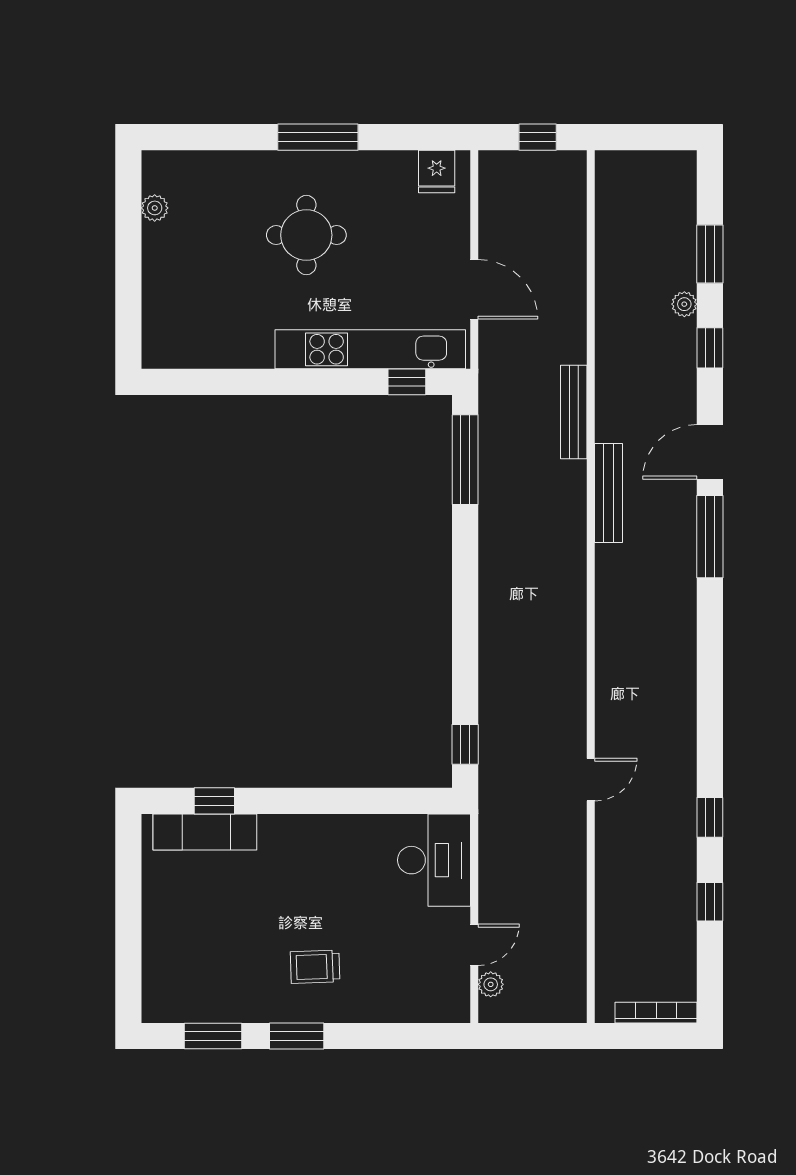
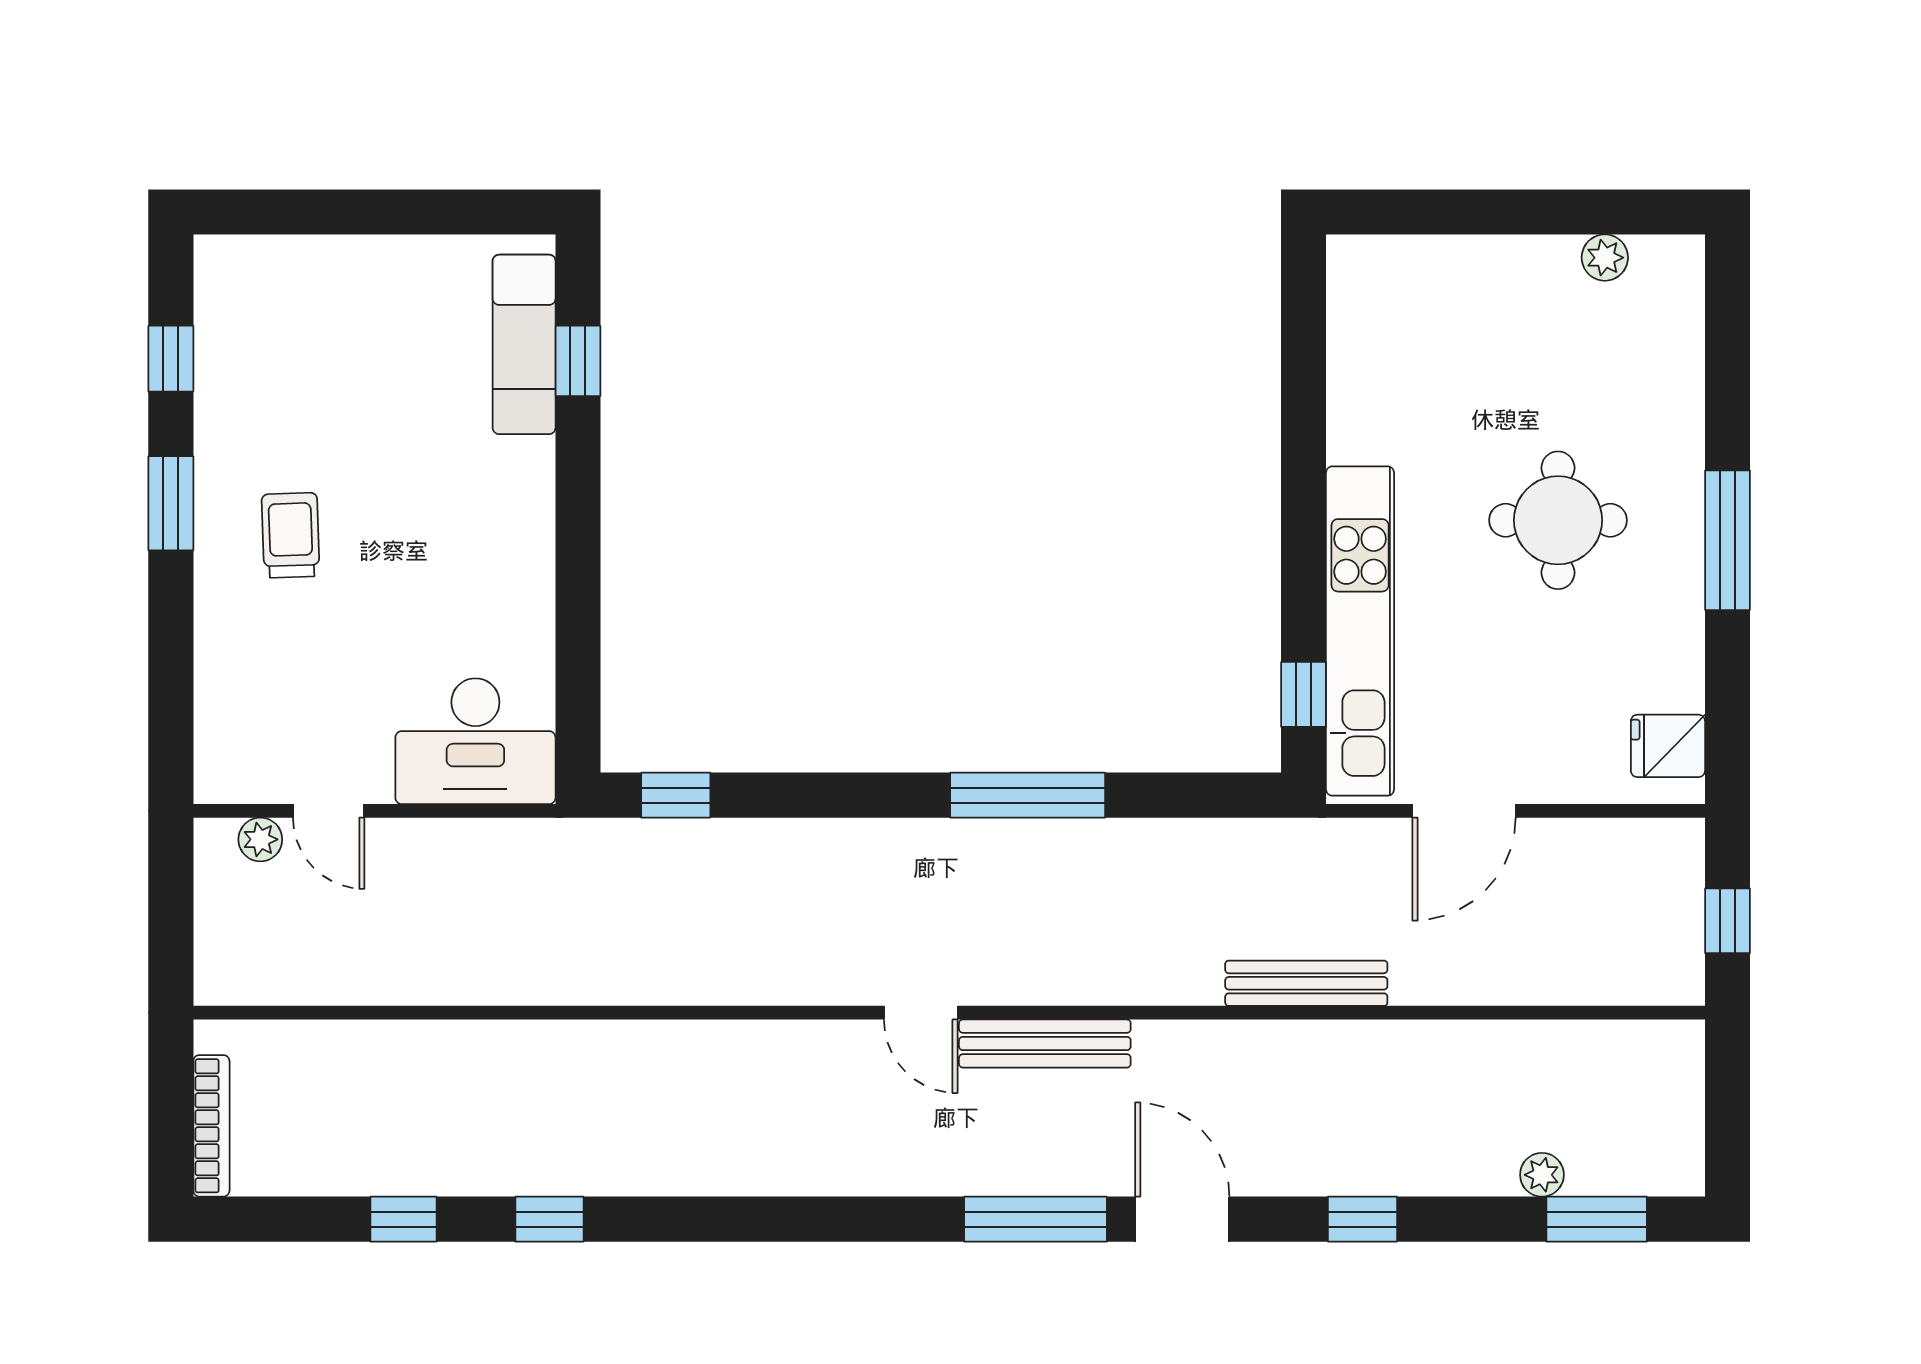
window: (710, 254) -> (1597, 1219), moved
plant: (684, 304) -> (1542, 1175), moved
bench: (574, 412) -> (1306, 983), moved
window: (465, 460) -> (1028, 795), moved
bench: (608, 493) -> (1045, 1044), moved
door: (591, 780) -> (921, 1013), moved
window: (213, 1036) -> (171, 359), width x0.67

